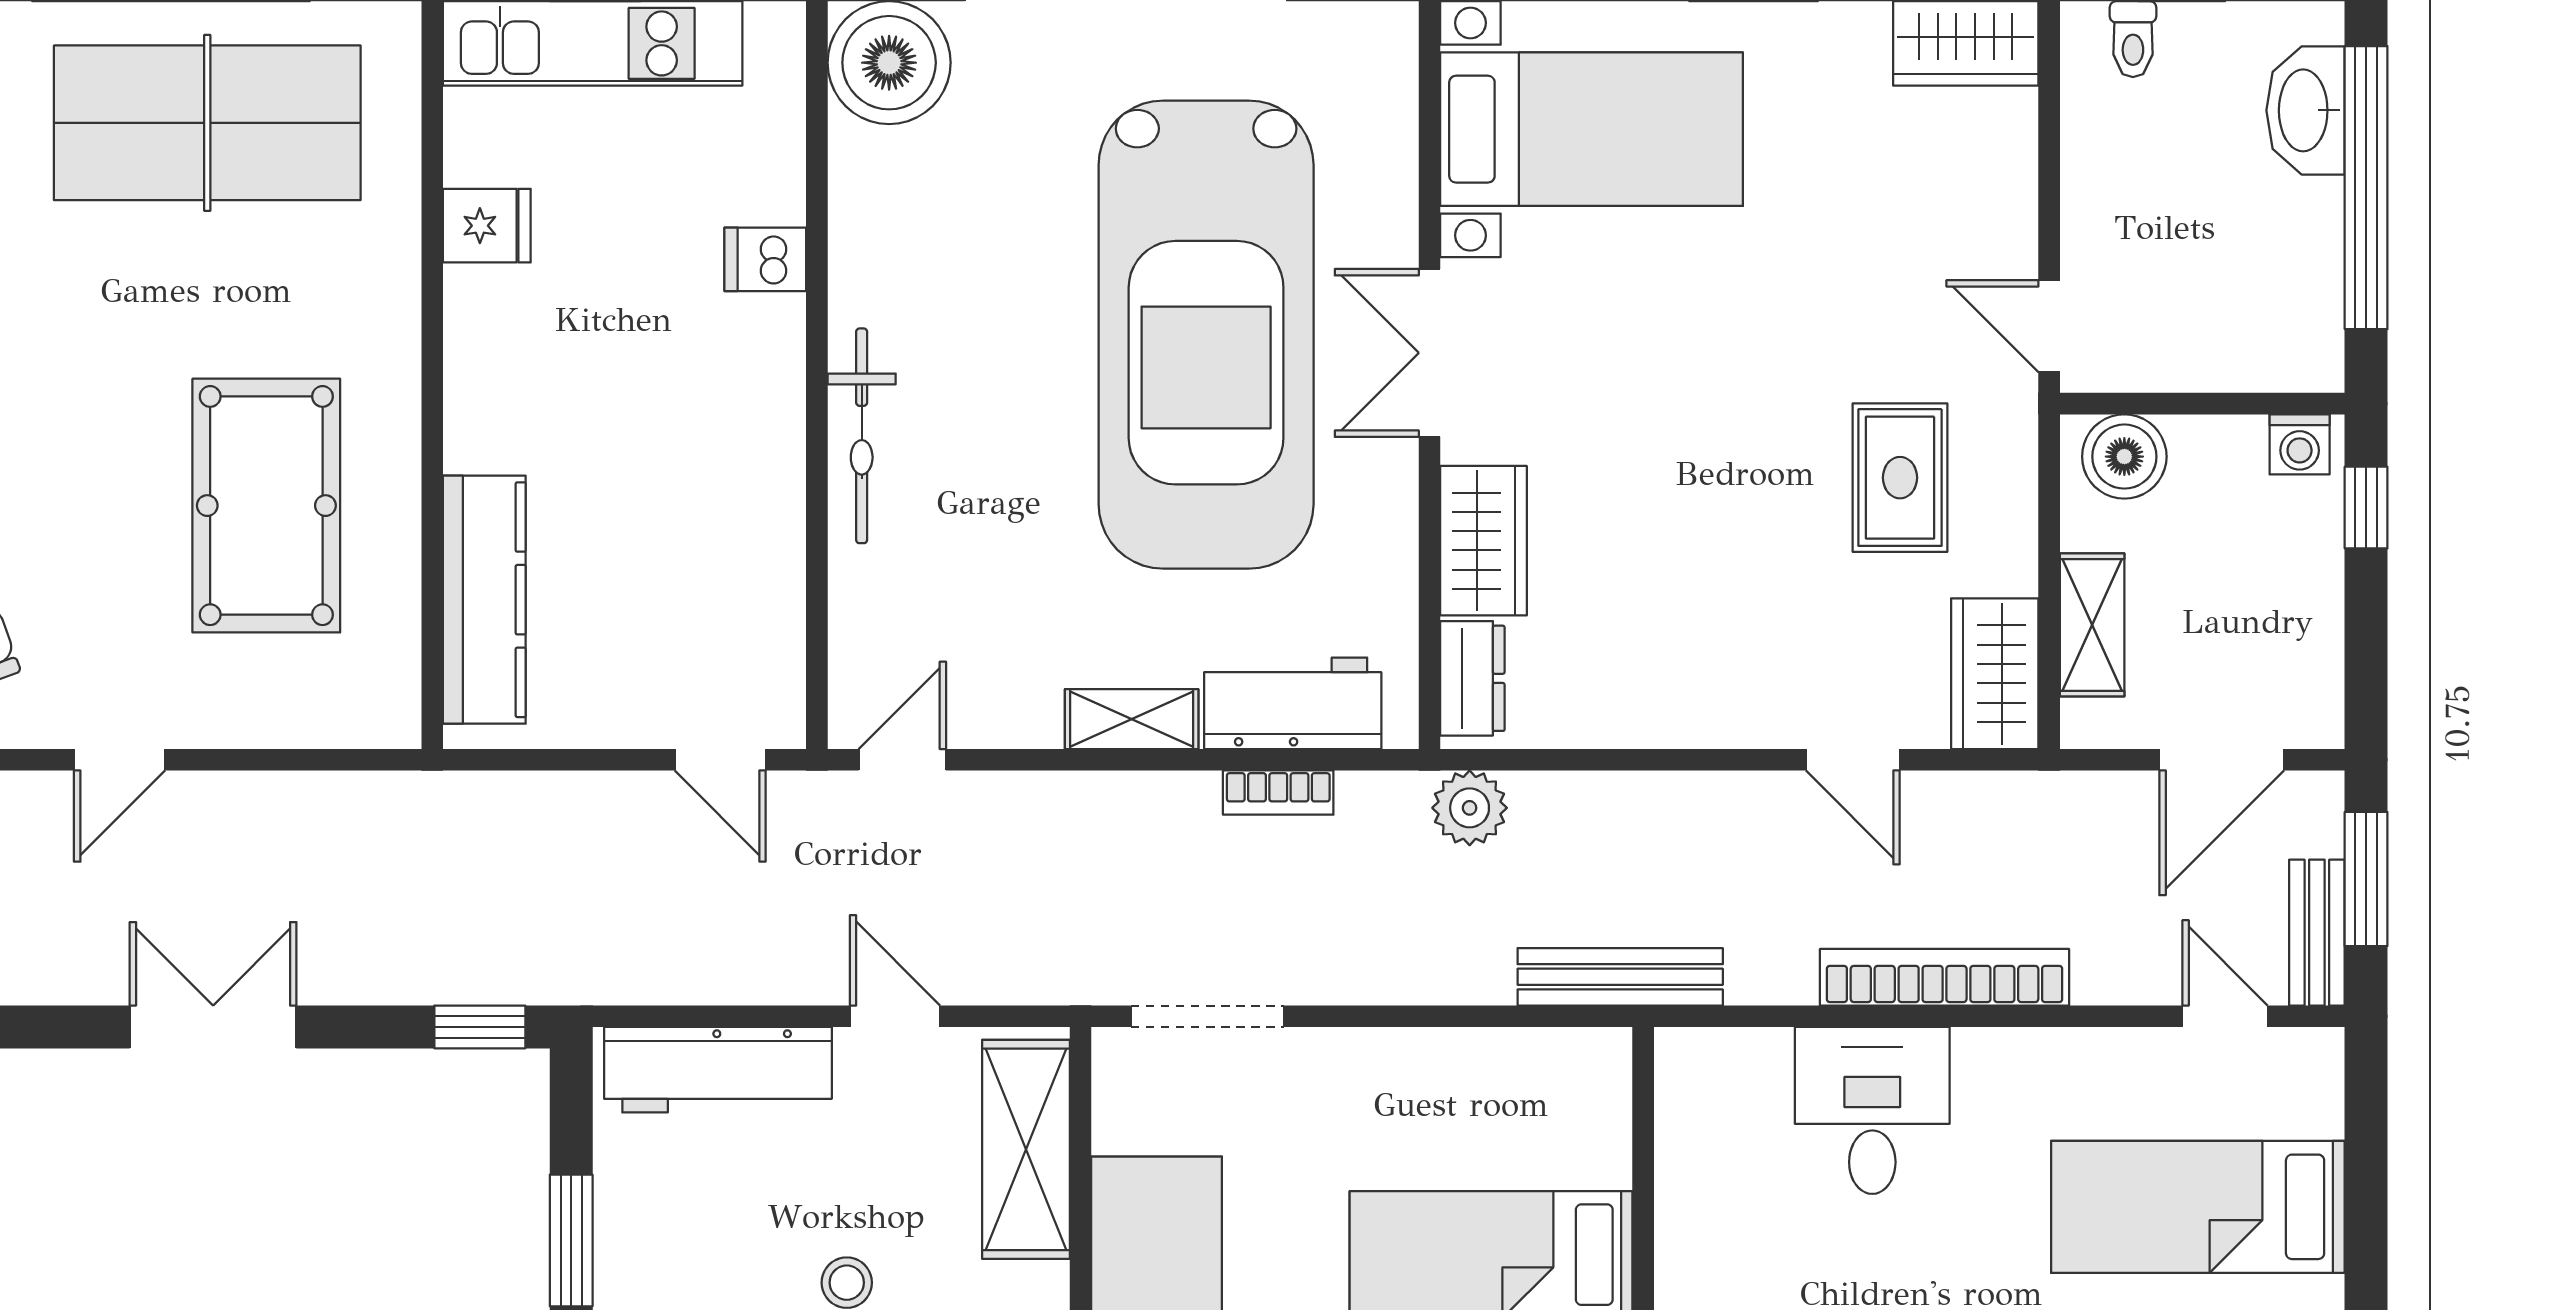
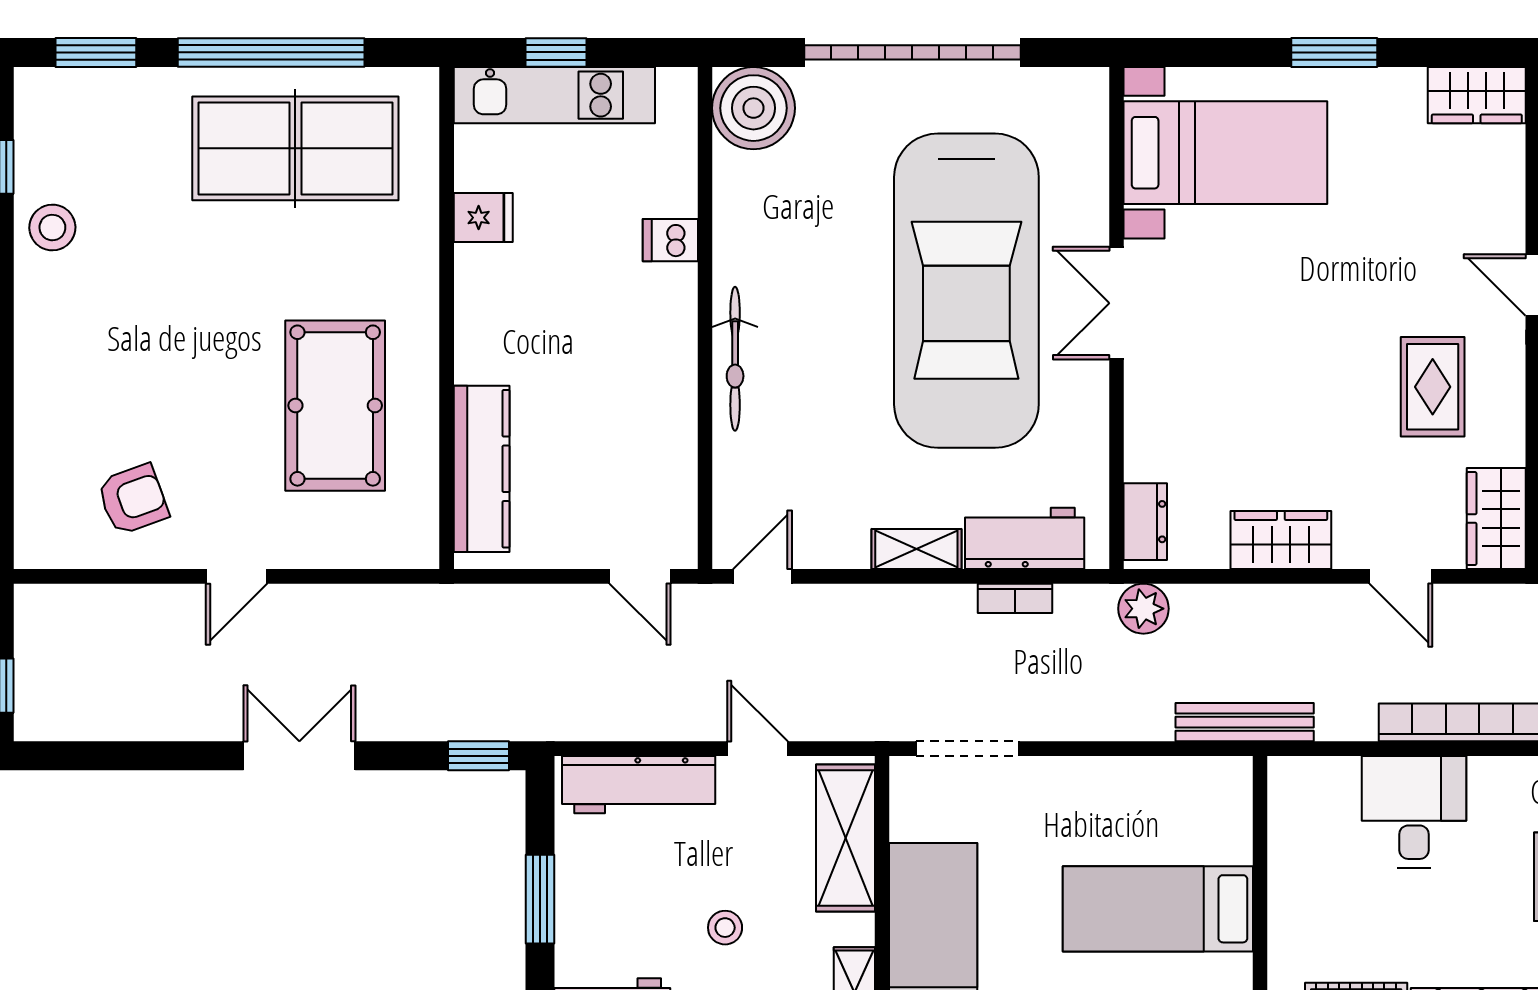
wardrobe: (1484, 541) -> (1281, 540), moved, turned -90

